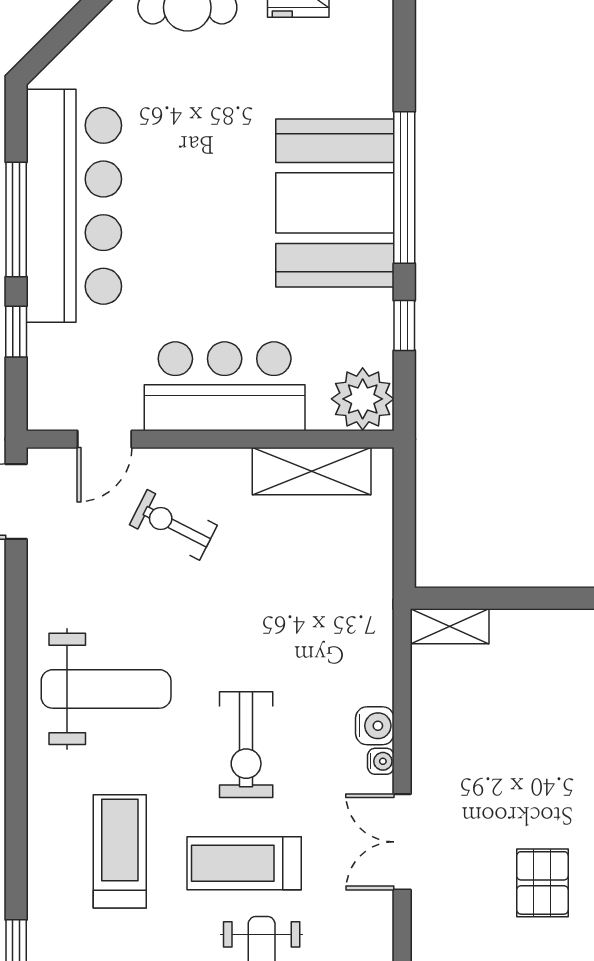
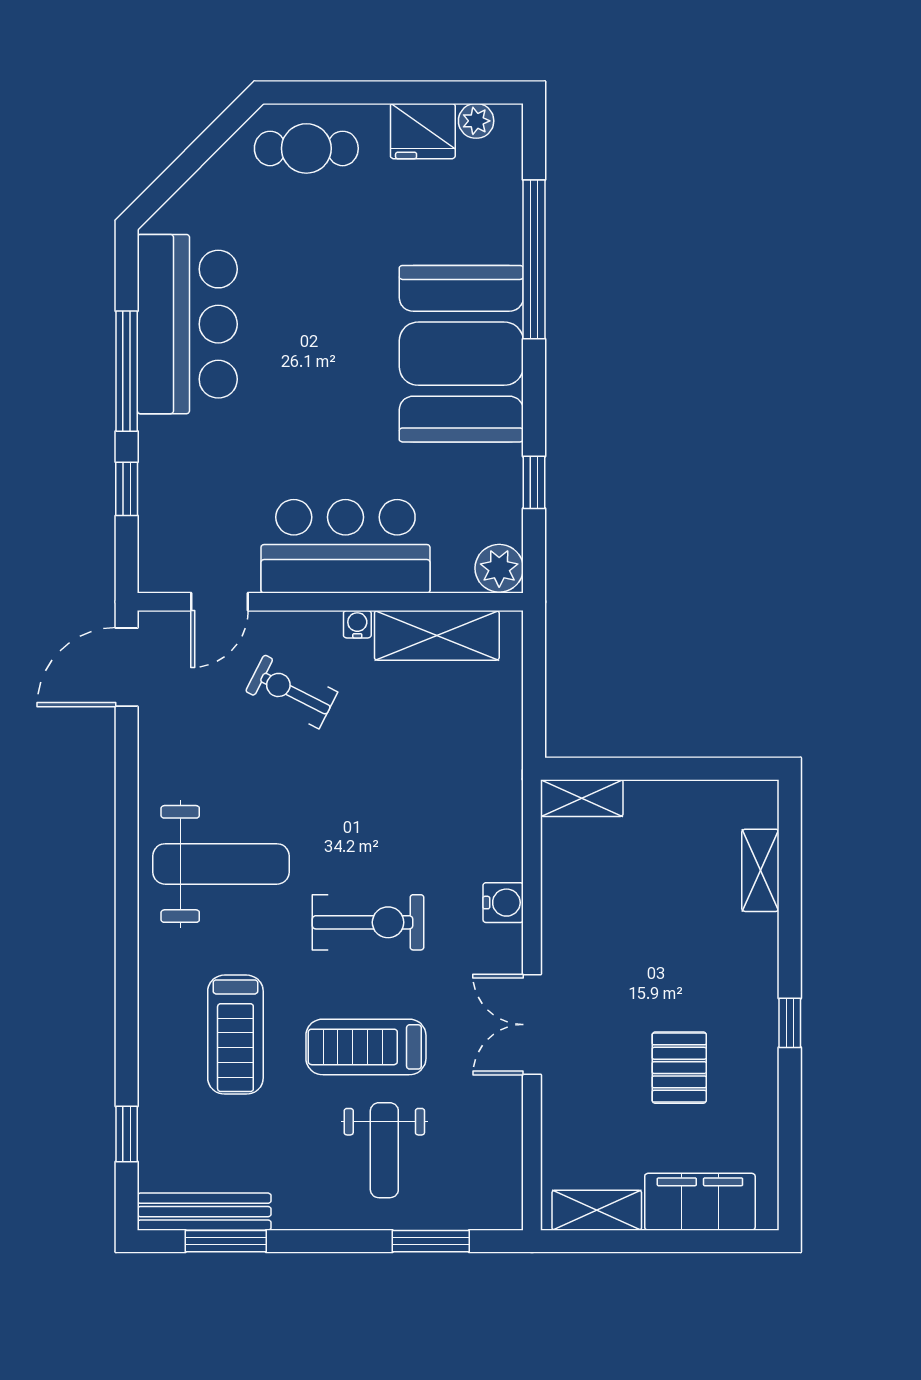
window: (404, 188) -> (534, 259), moved
bar counter: (74, 206) -> (187, 324), width x0.73
plant: (363, 399) -> (499, 568), width x0.73, depth x0.73
exercise bike: (246, 745) -> (368, 922), turned -90
water cooler: (381, 761) -> (357, 624), moved, turned -90
treadmill: (120, 851) -> (235, 1035), turned 180

